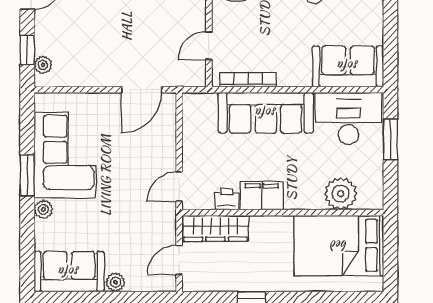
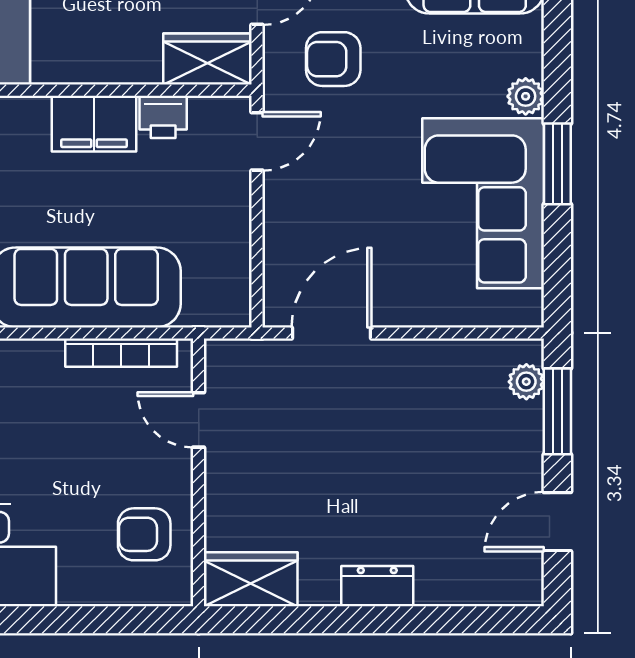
door: (209, 46) -> (199, 420), swing flipped
window: (27, 50) -> (557, 411), width x1.50
armchair: (141, 228) -> (333, 59), added
wardrobe: (215, 228) -> (207, 59), width x0.67

